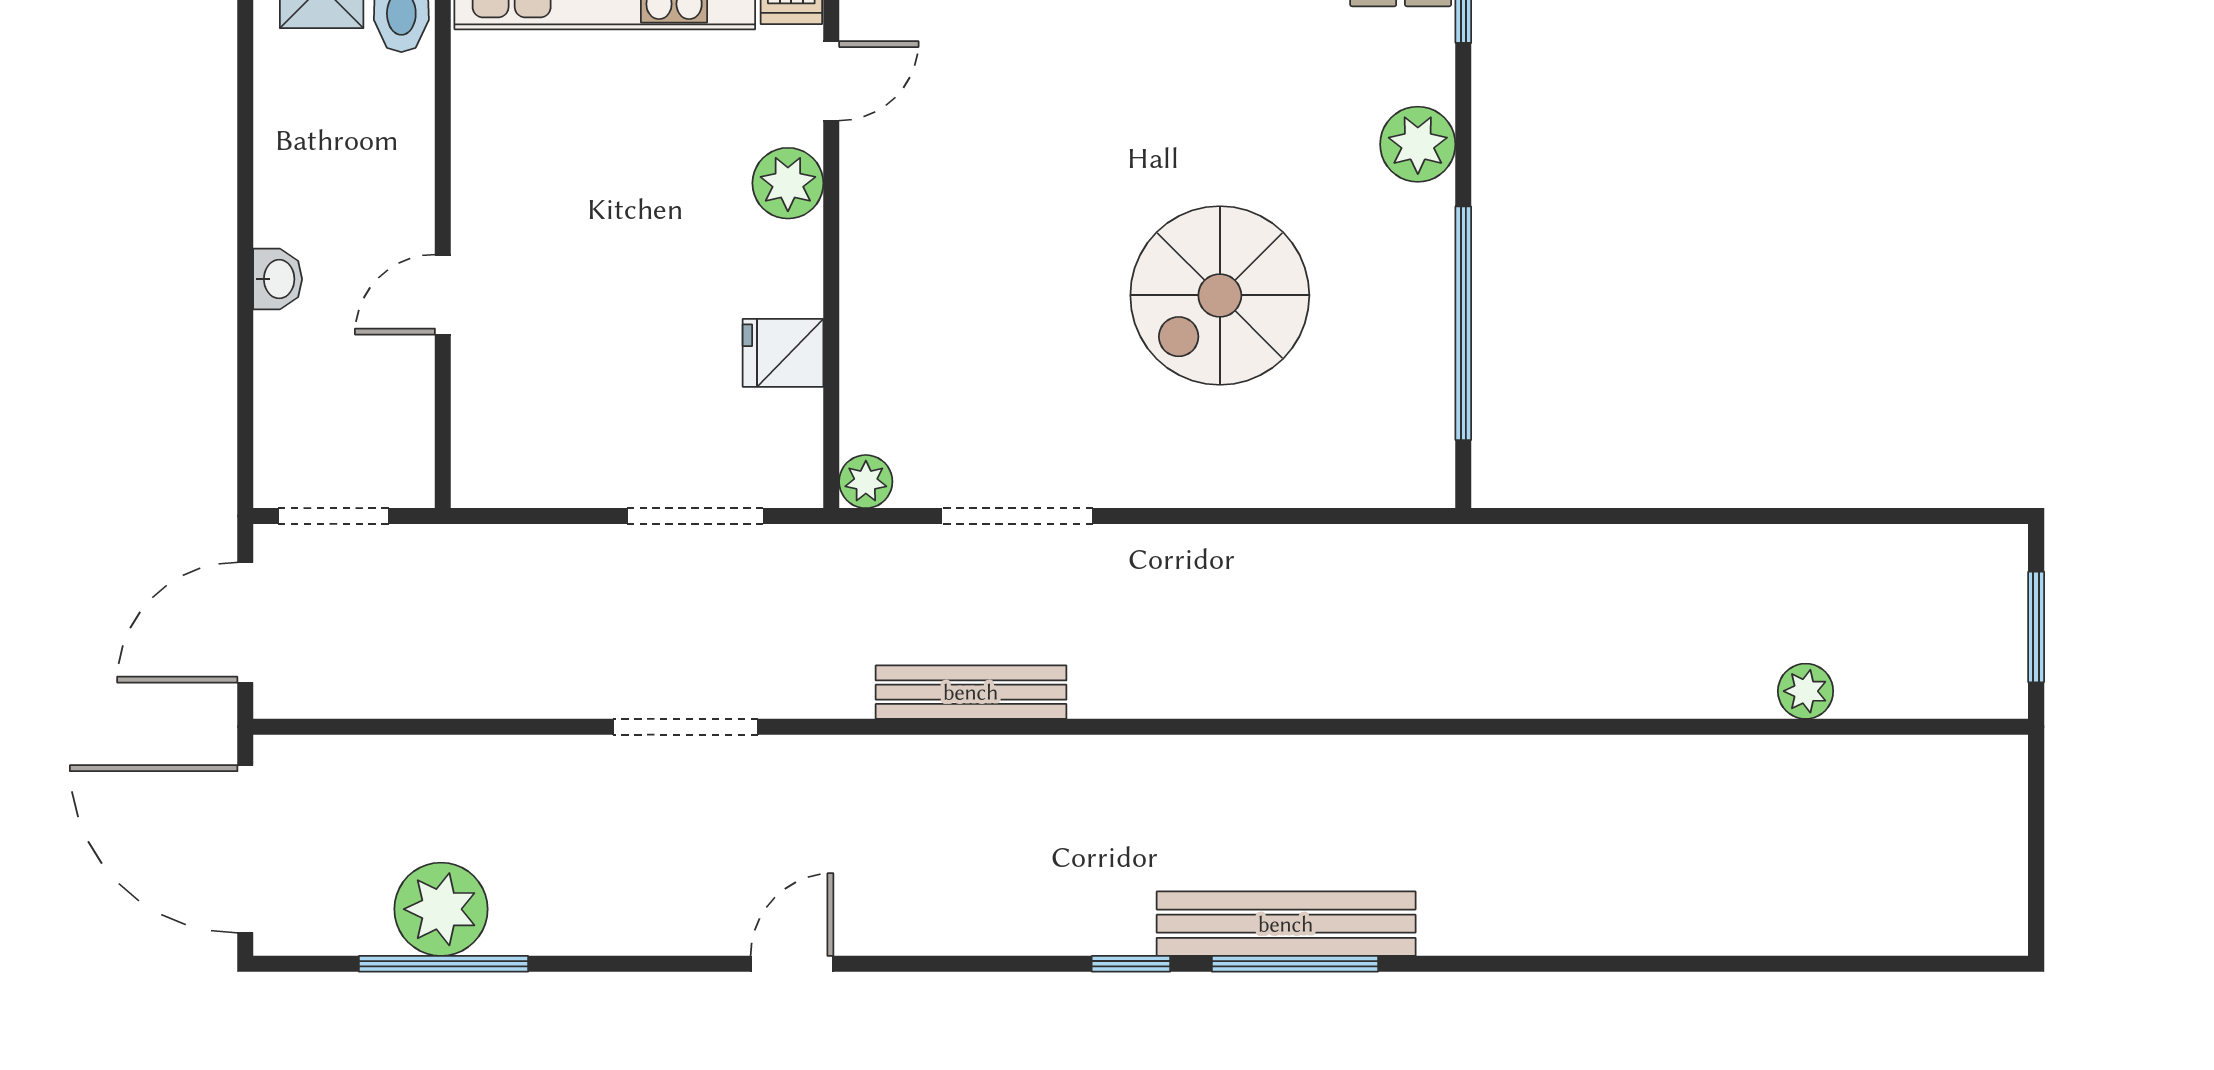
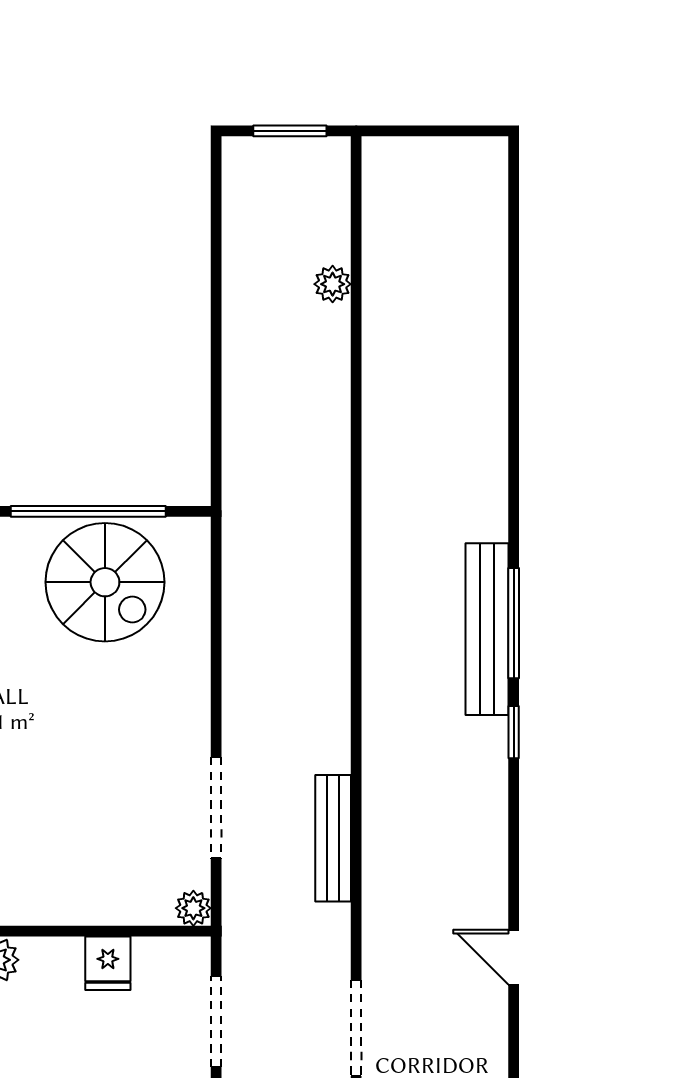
spiral stairs: (1220, 295) -> (105, 582), moved

